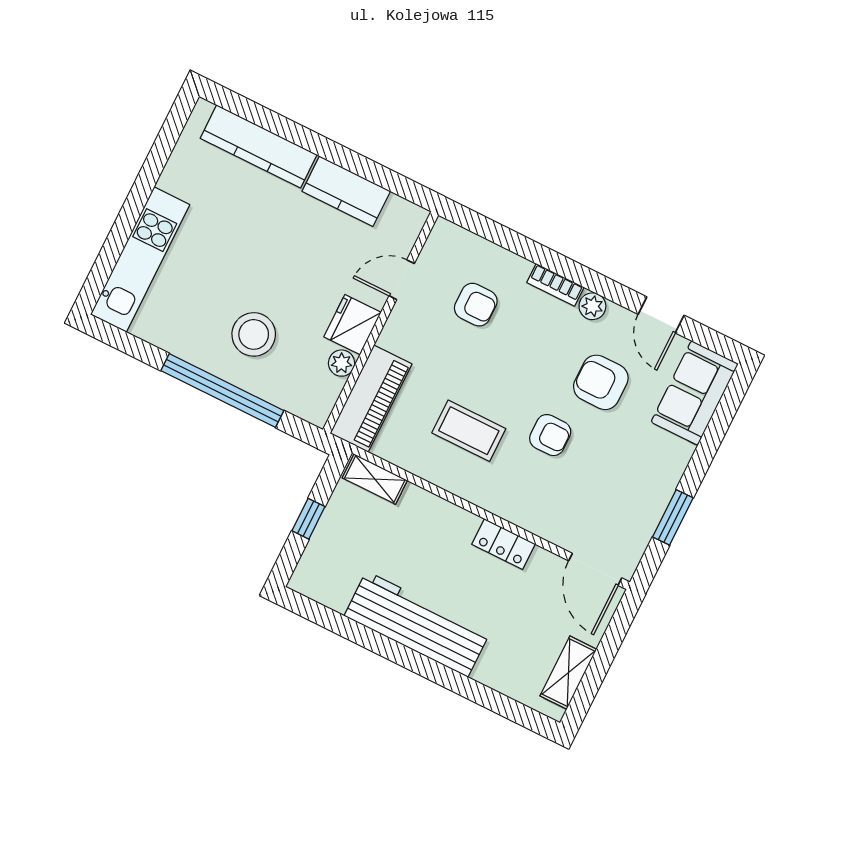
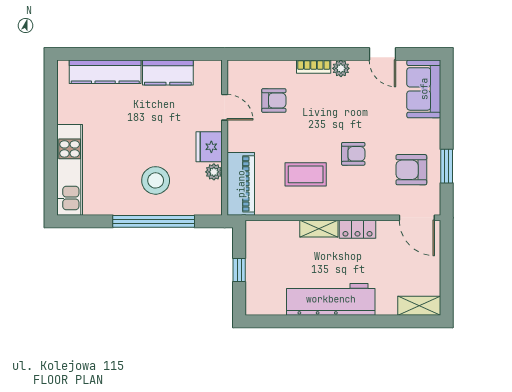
door: (402, 280) -> (225, 107), swing flipped
armchair: (601, 382) -> (411, 170), moved
shelving: (375, 479) -> (319, 229), moved
shelving: (568, 673) -> (419, 306), moved, turned 90

